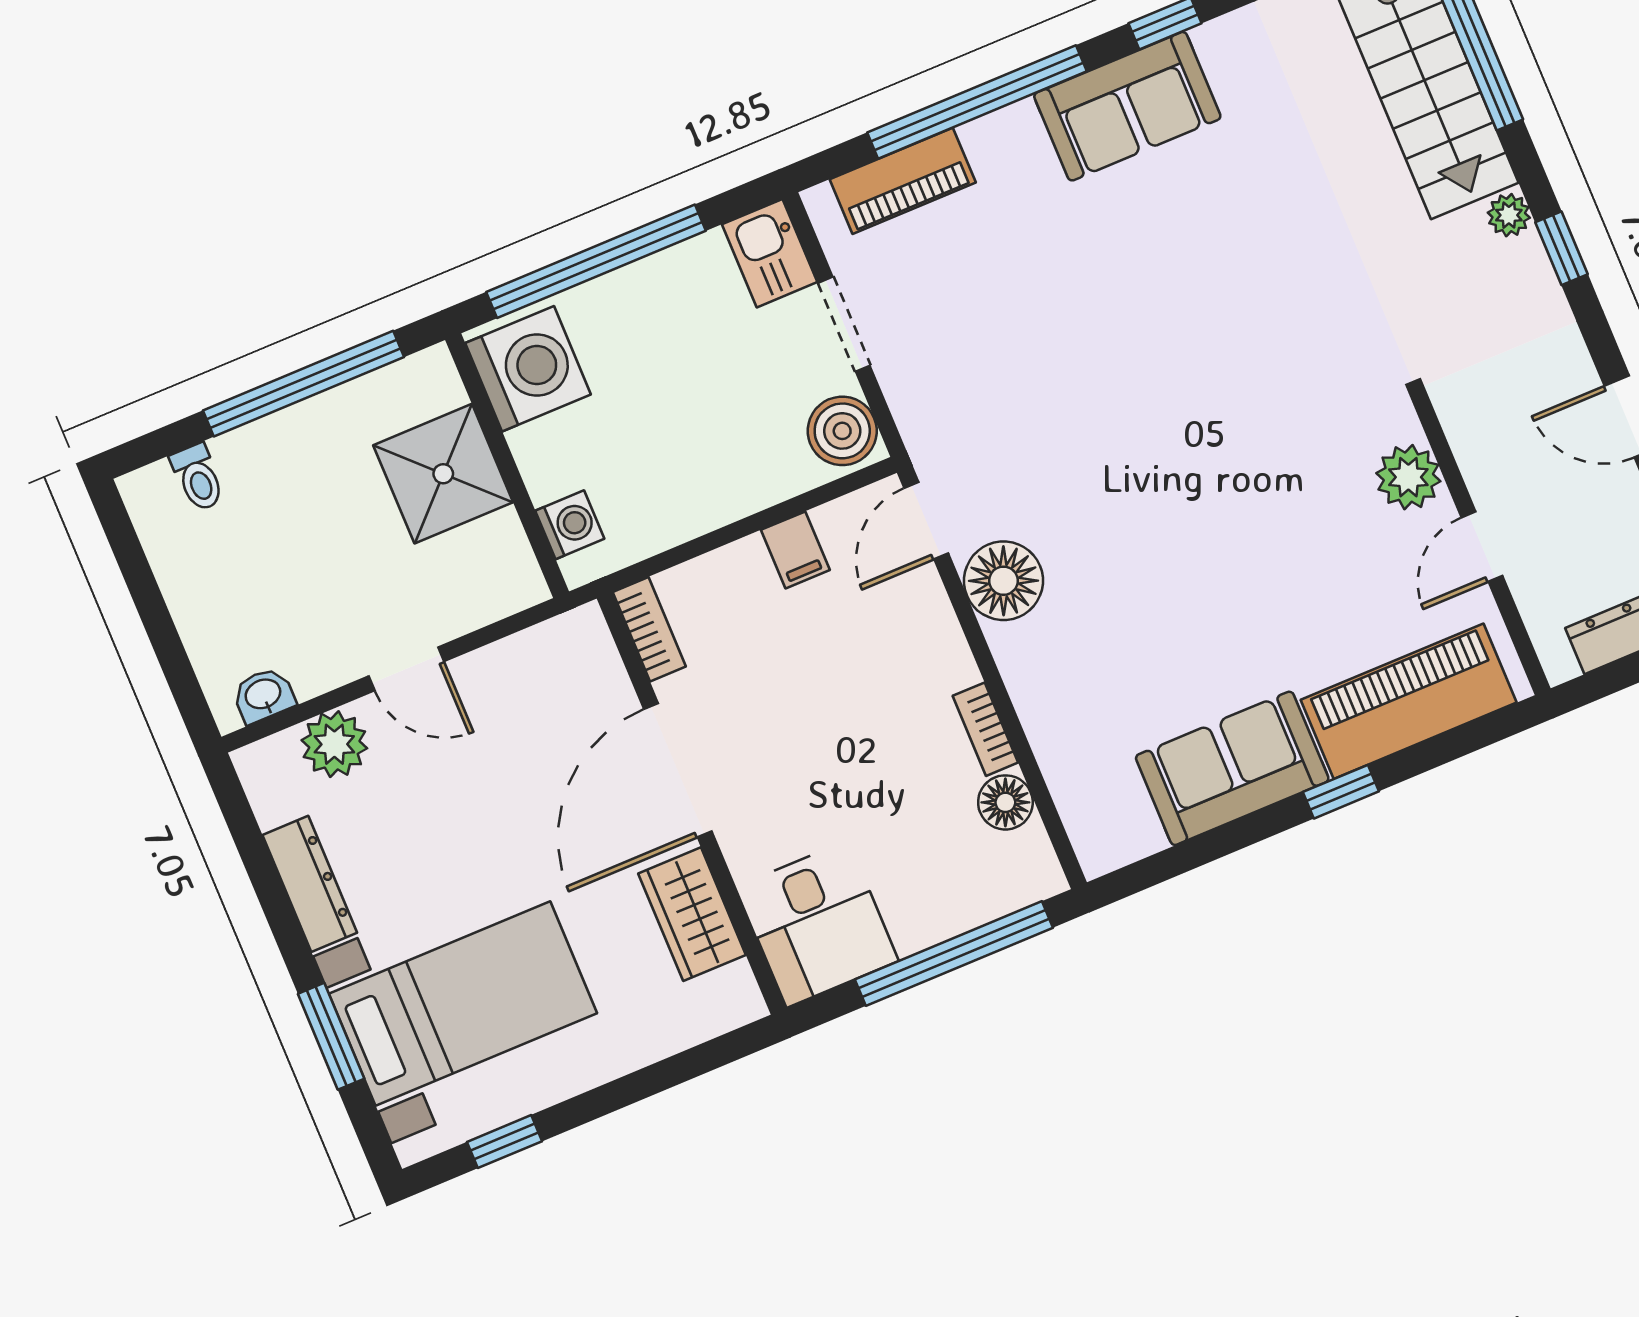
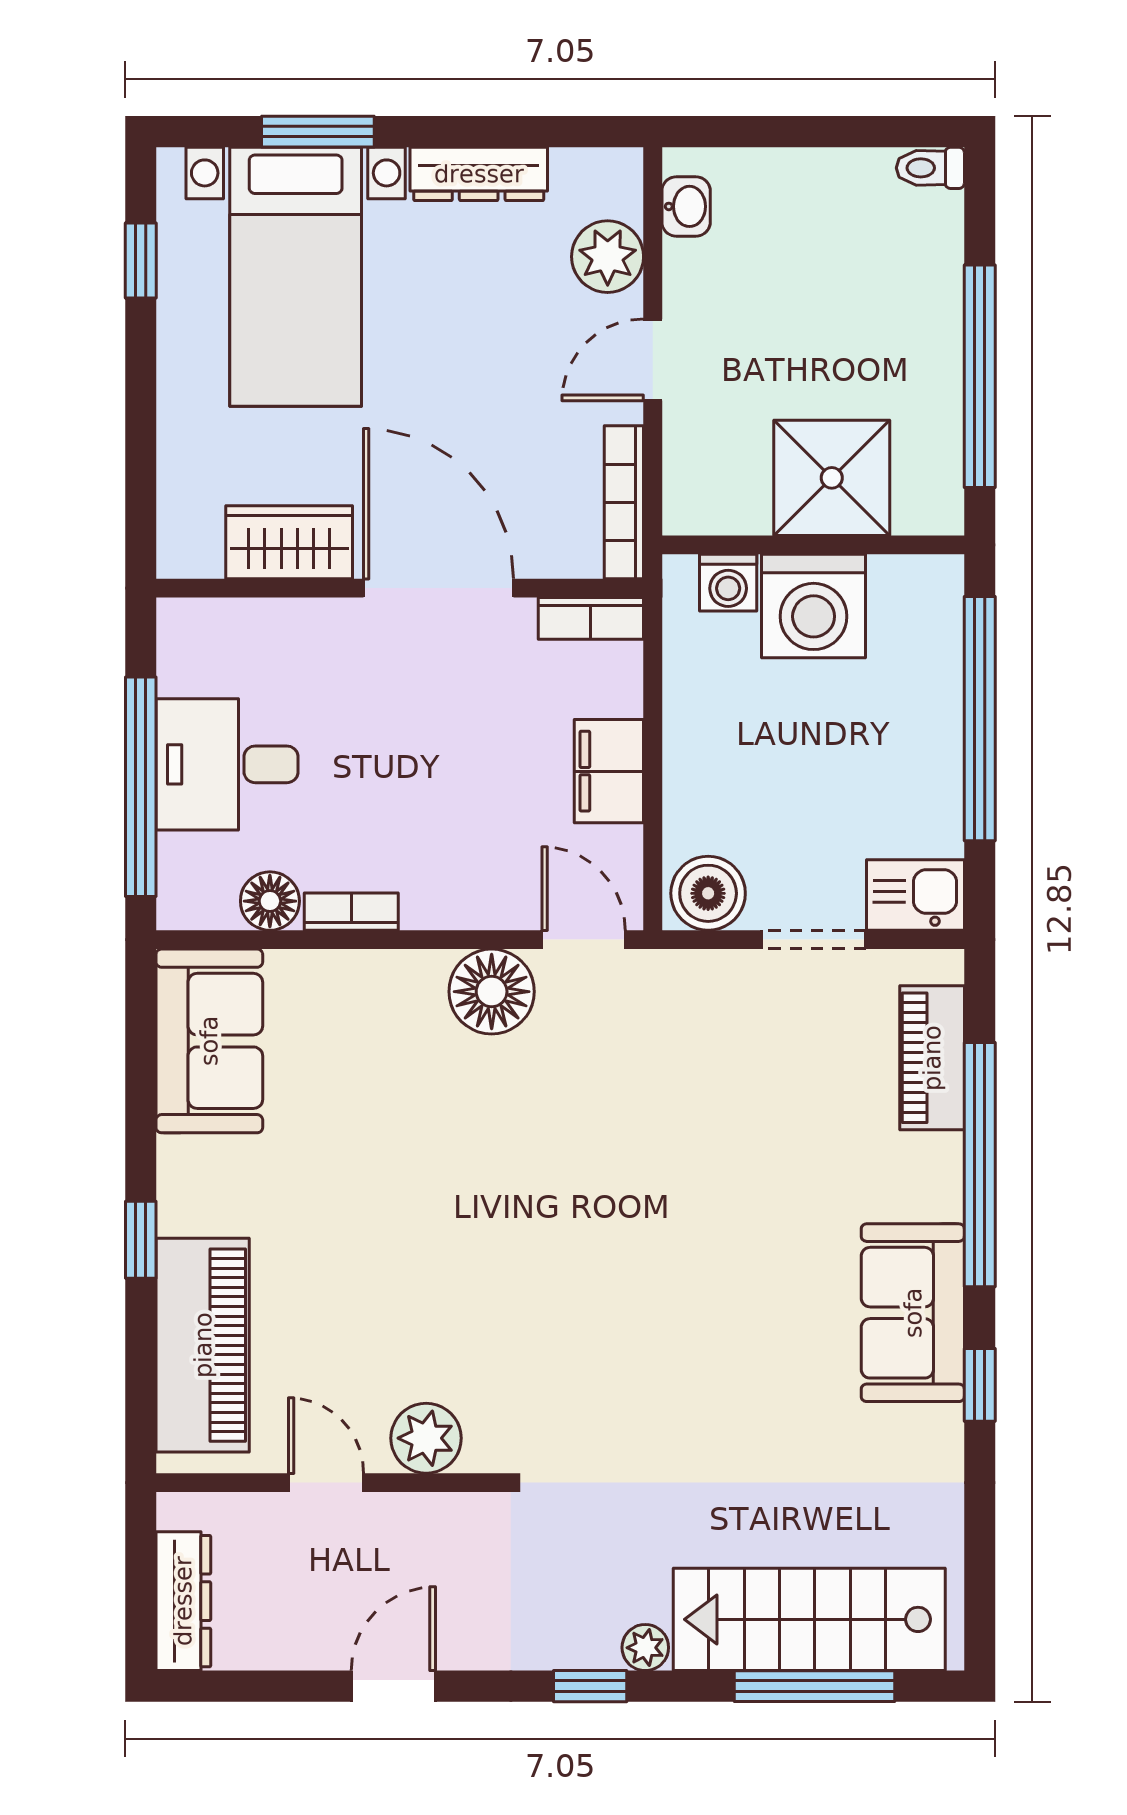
washing machine: (528, 369) -> (814, 606), moved
toilet: (198, 477) -> (930, 168), moved
filing cabinet: (795, 550) -> (609, 771), width x2.00
bookcase: (538, 643) -> (624, 502), added
sofa: (1232, 768) -> (209, 1041), moved
desk: (817, 924) -> (227, 764), moved

